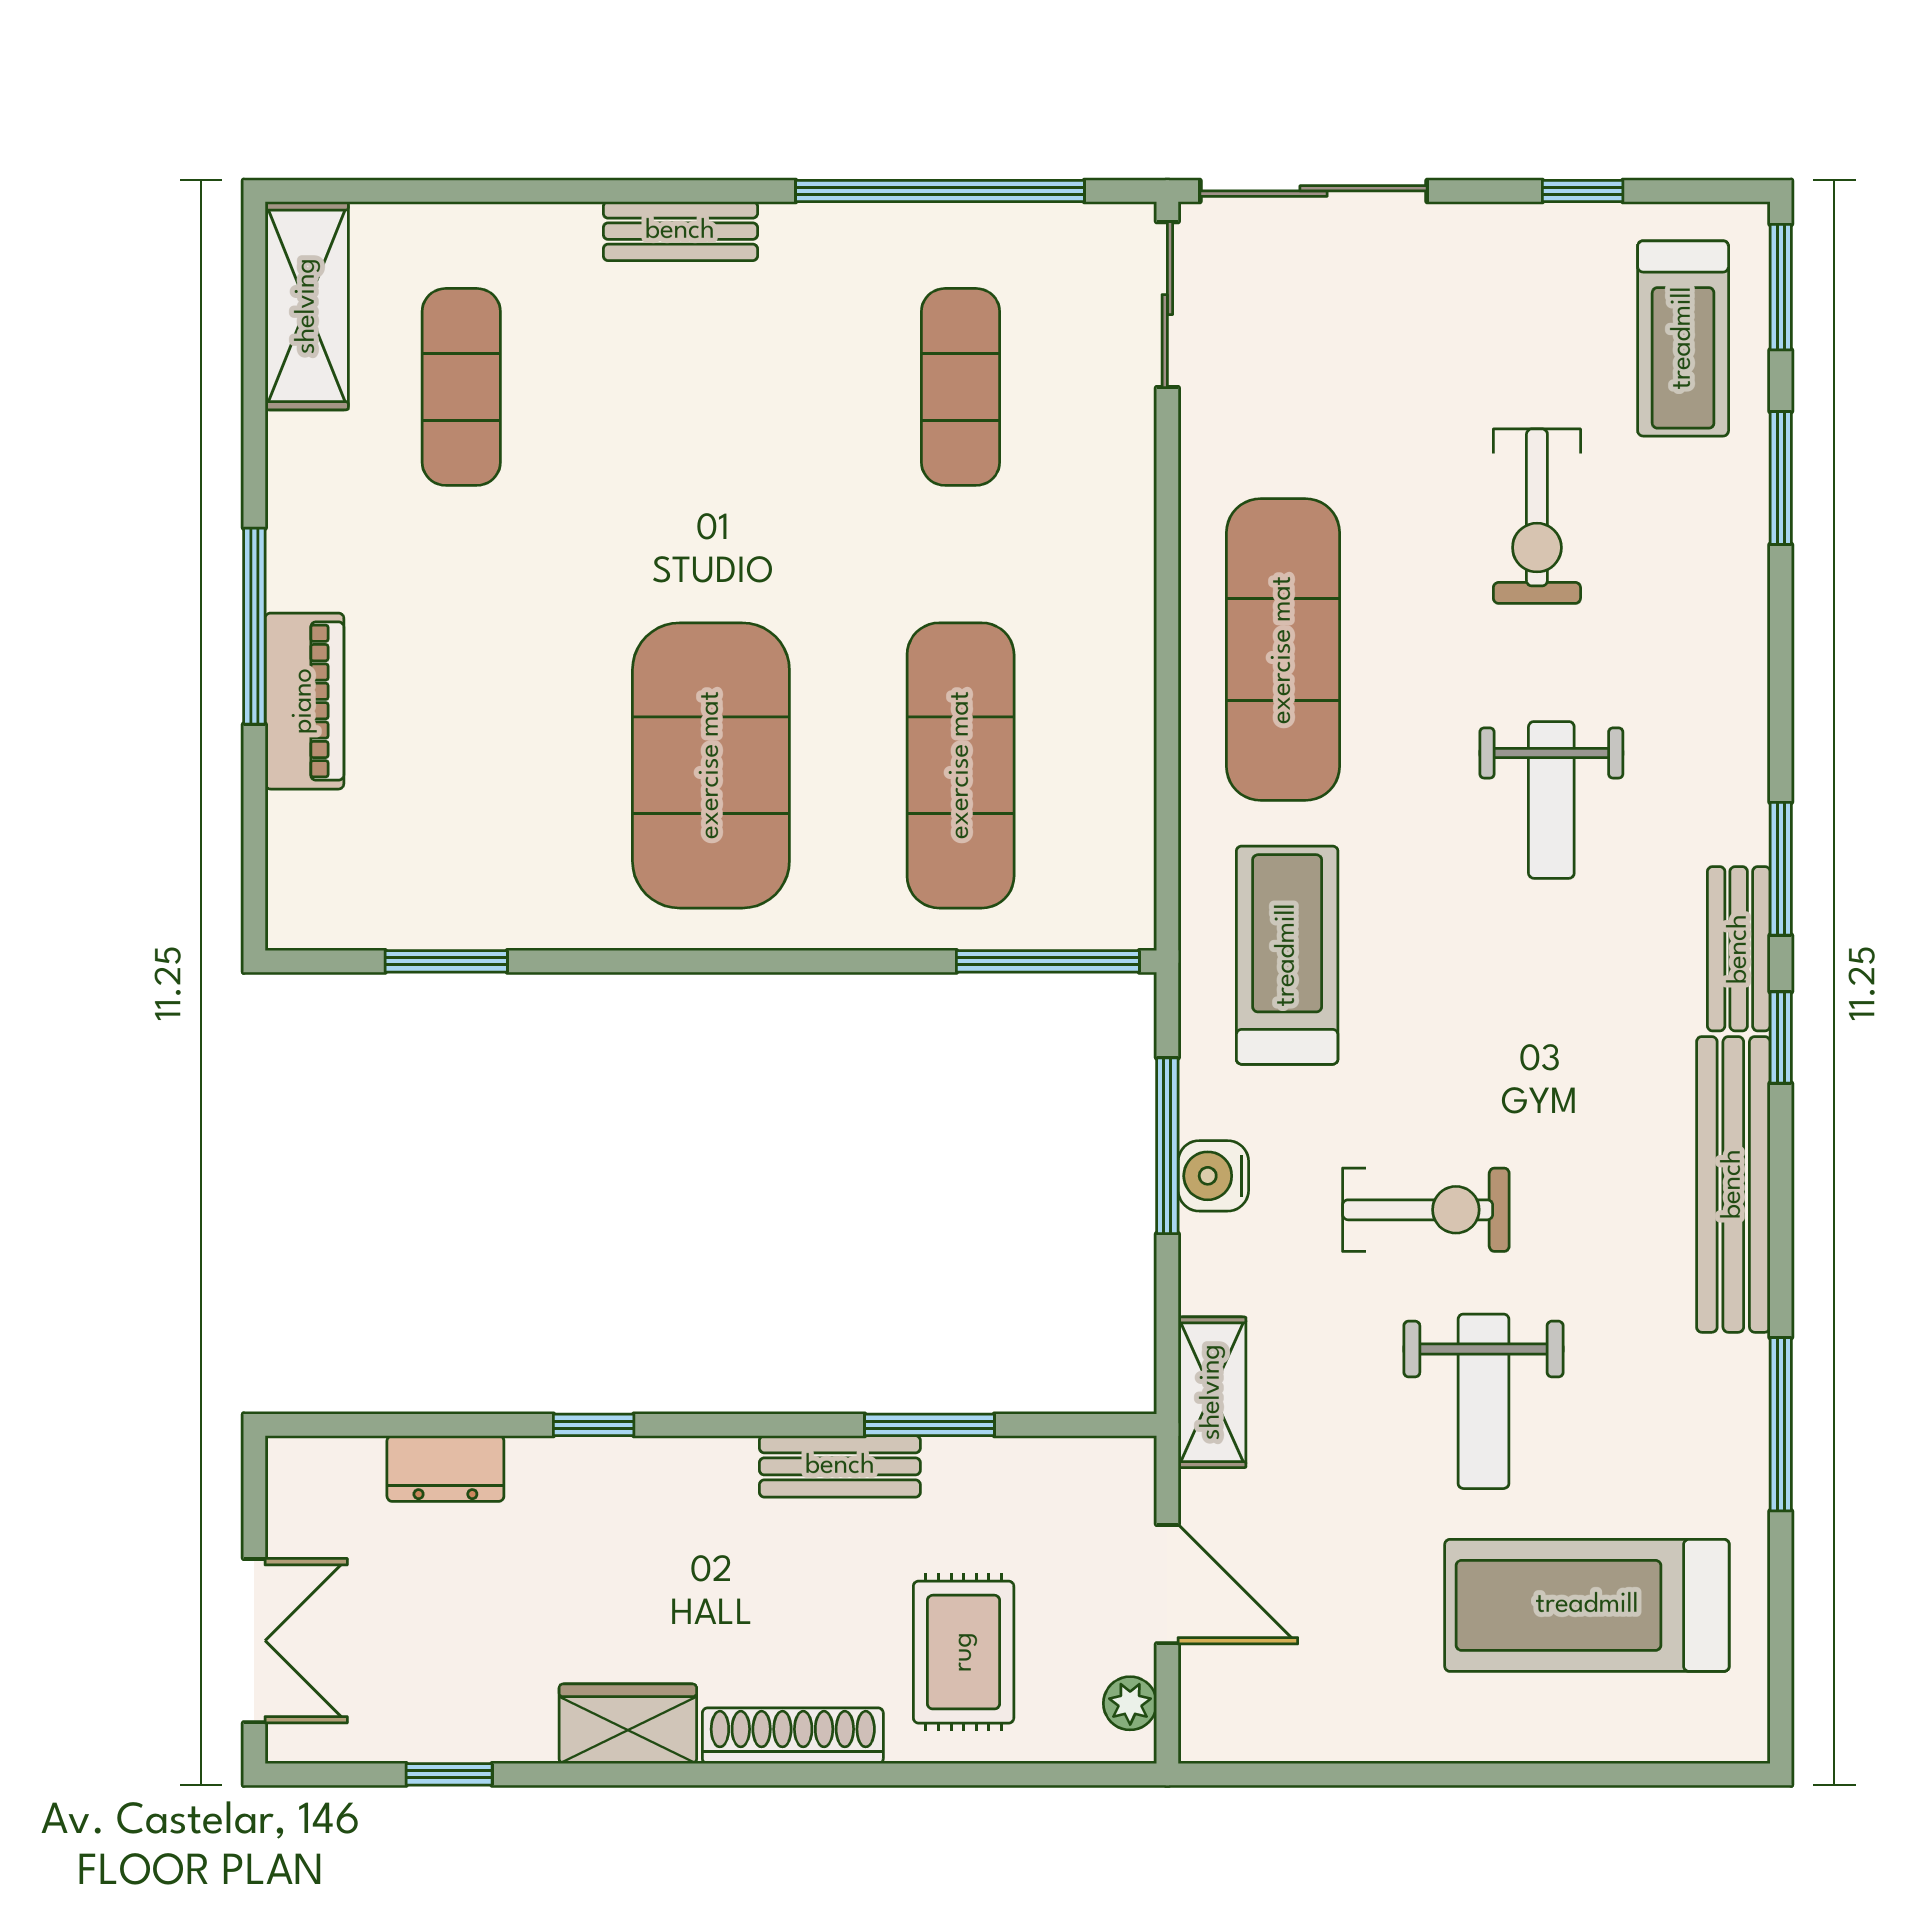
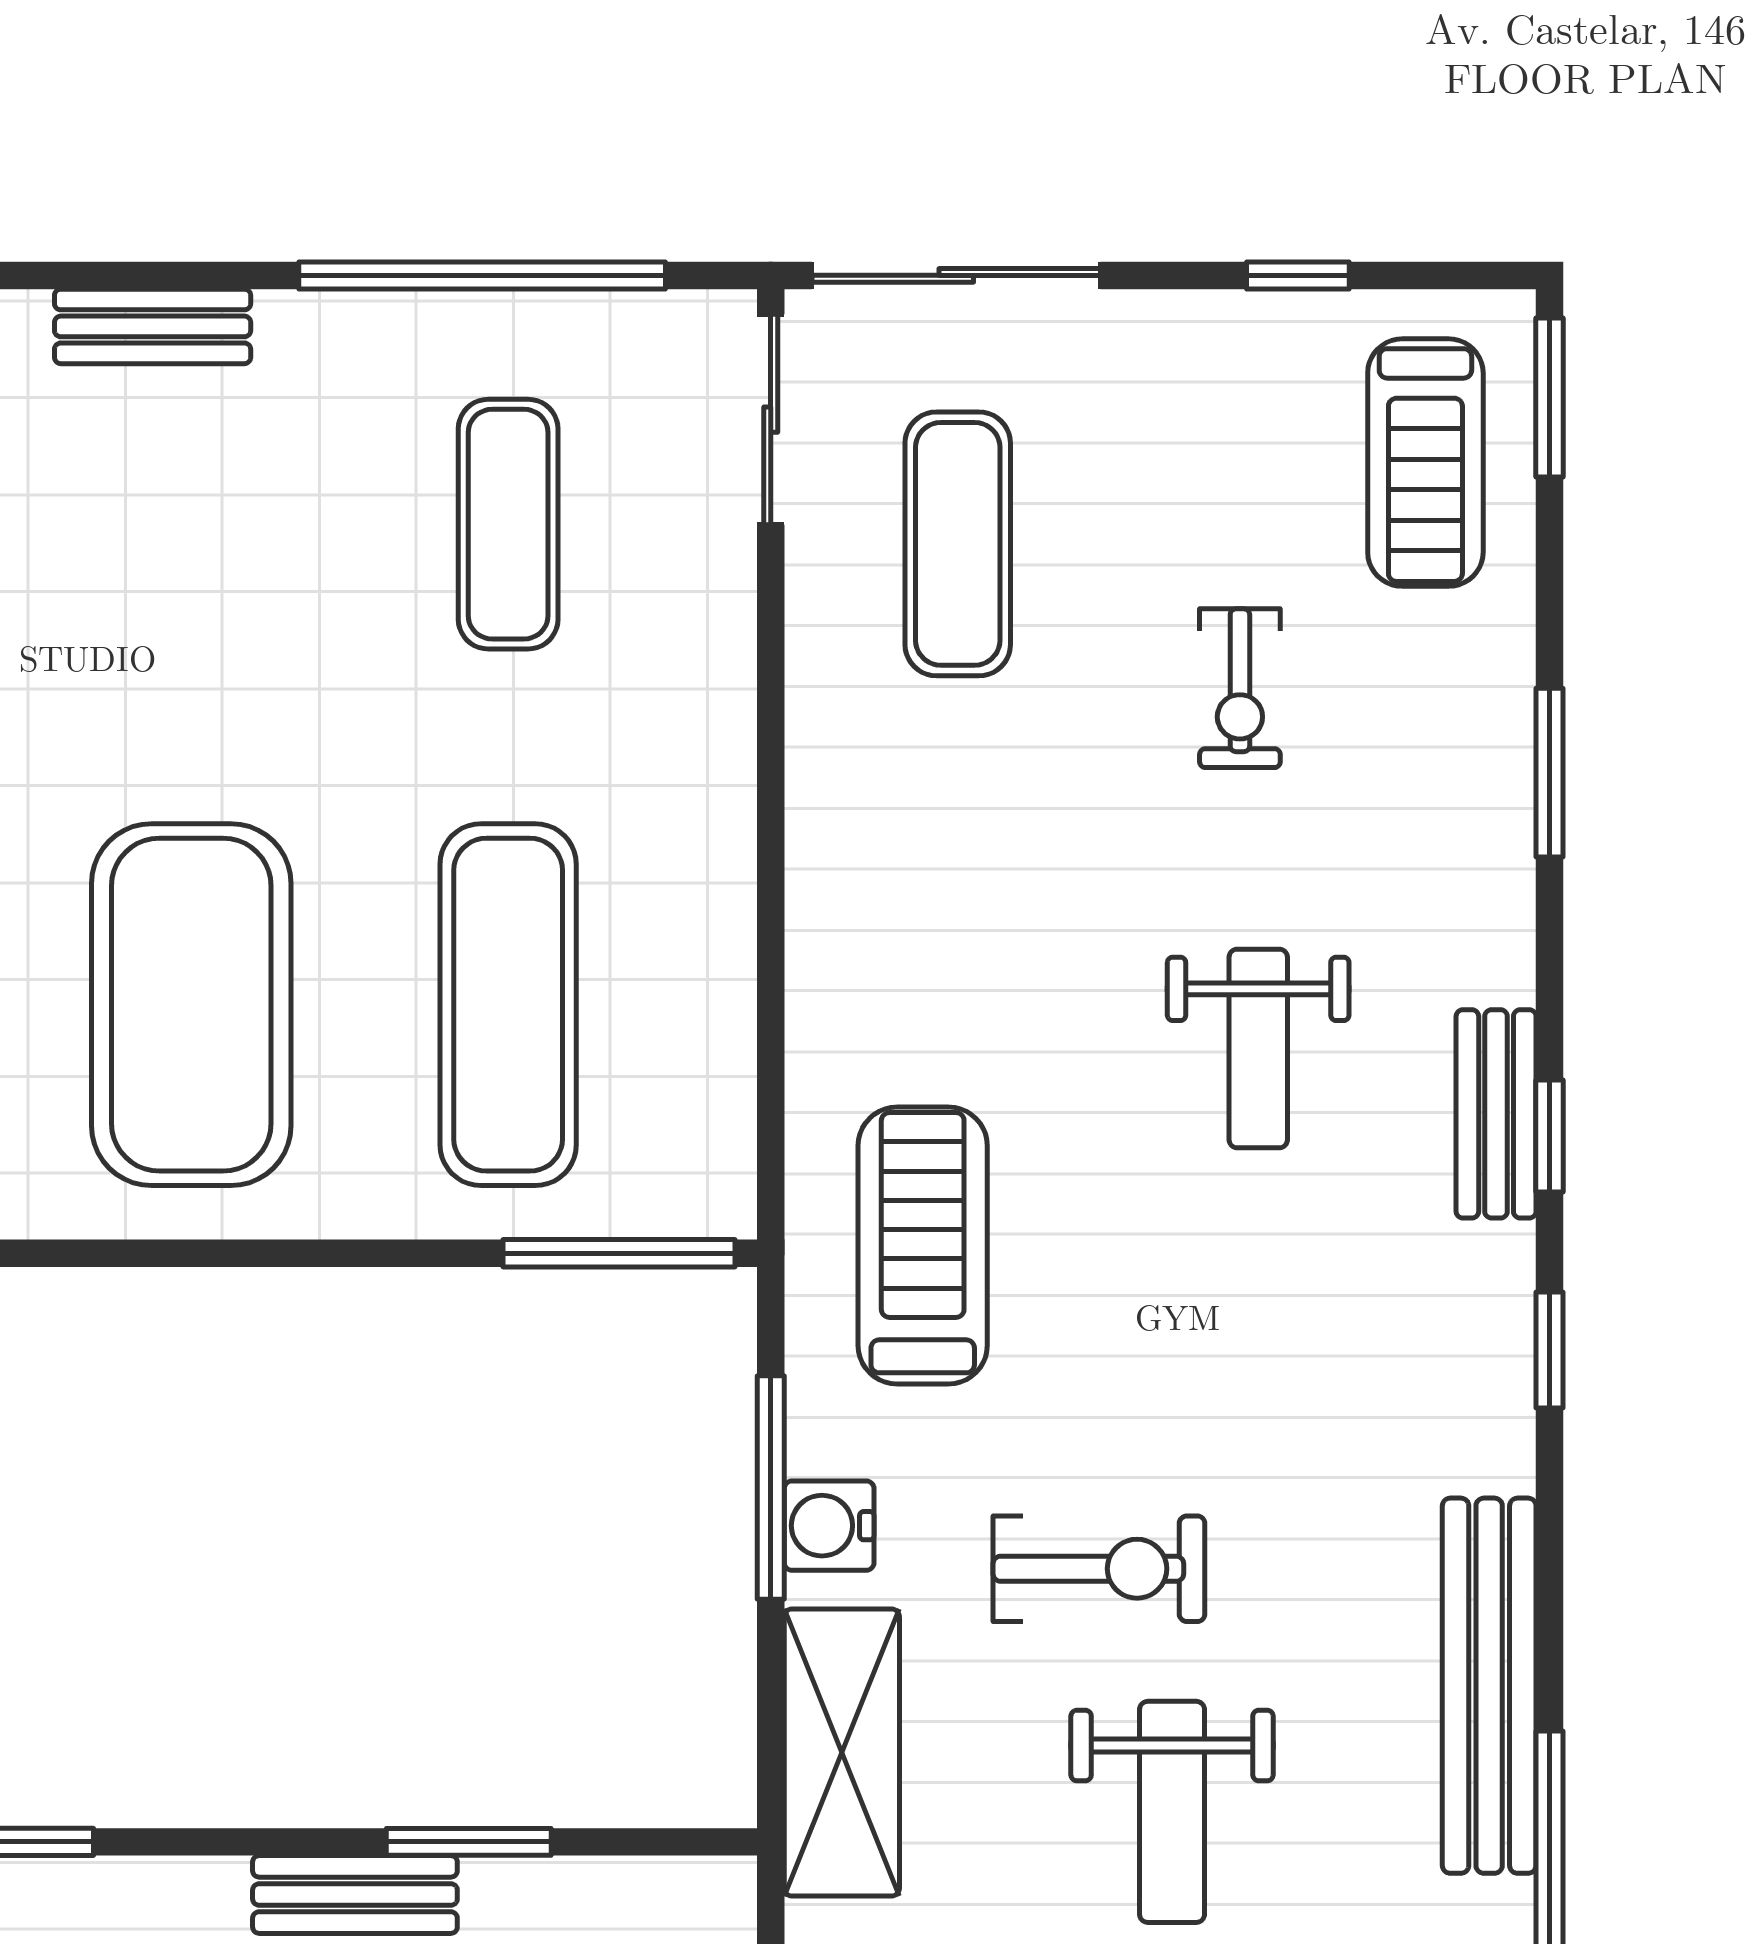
window: (1781, 478) -> (1549, 773), moved
exercise bike: (1537, 516) -> (1240, 688), width x0.73, depth x0.72
exercise mat: (1283, 650) -> (958, 544), moved, width x0.73, depth x0.69
window: (1781, 869) -> (1549, 1136), width x0.67
bench: (1739, 949) -> (1496, 1114), moved
bench: (1733, 1184) -> (1489, 1686), moved
shelving: (1212, 1392) -> (842, 1753), width x1.50, depth x1.33

